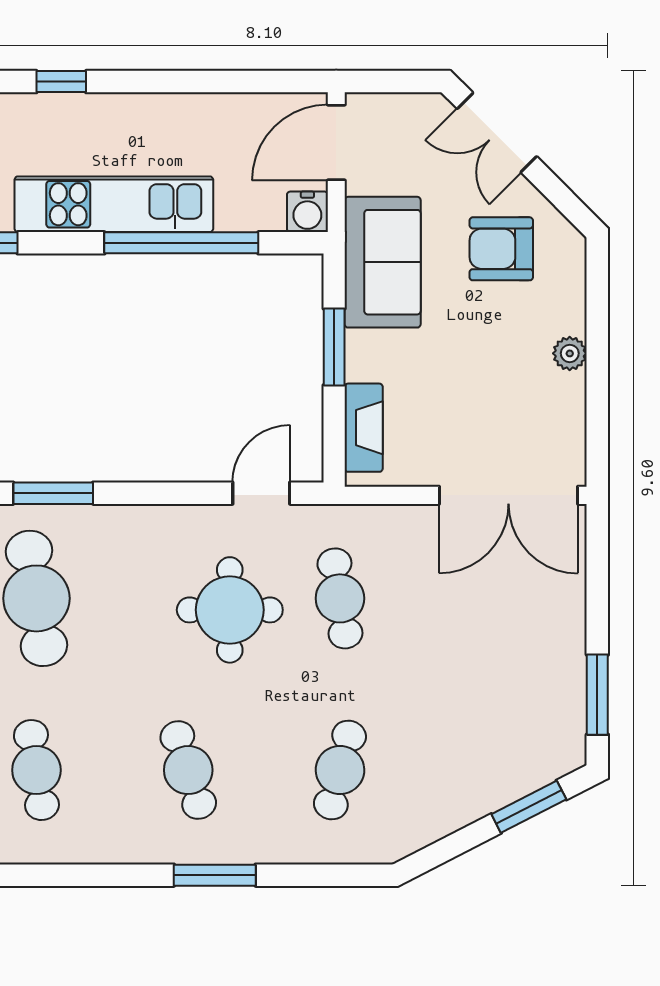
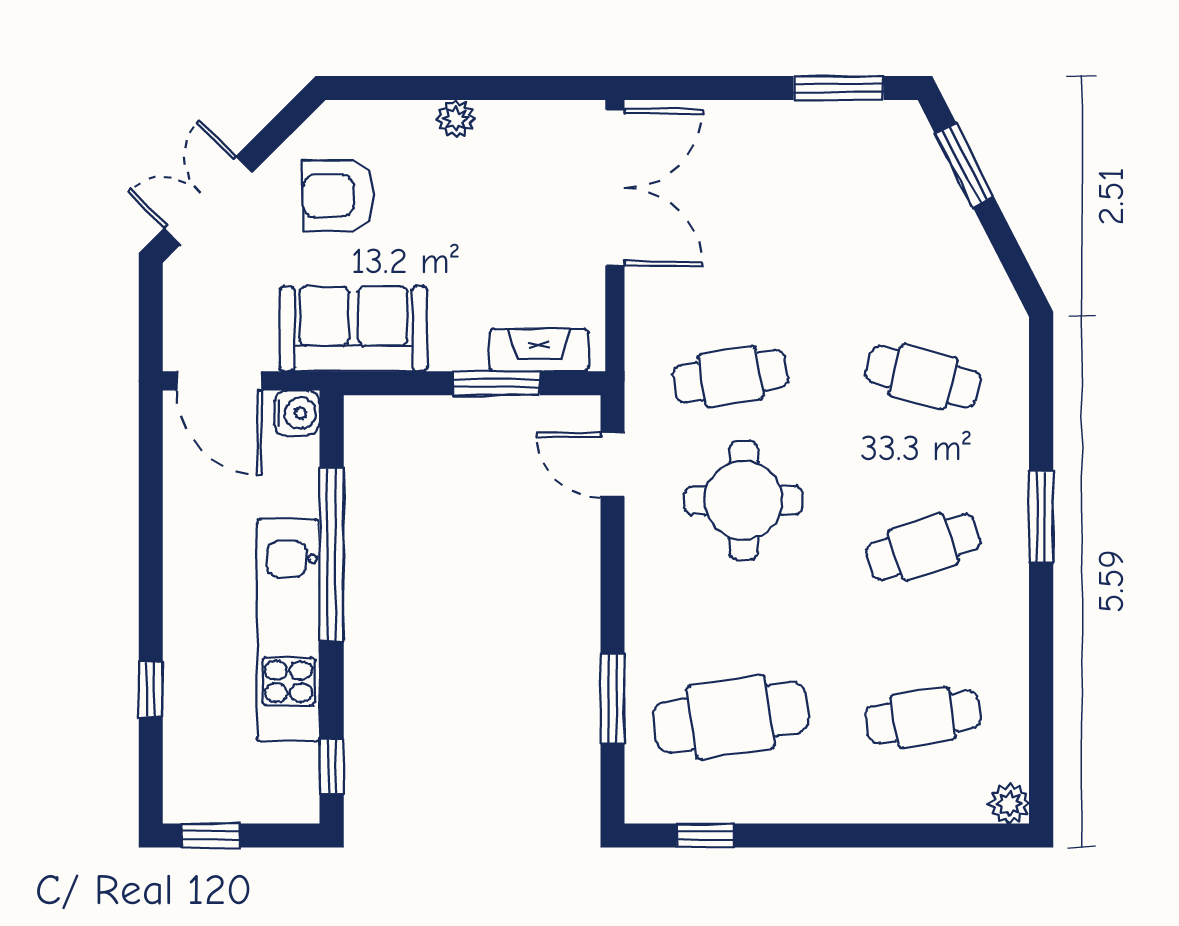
double door: (497, 133) -> (208, 201), swing flipped
armchair: (501, 249) -> (338, 196), turned 90
window: (334, 347) -> (497, 383), moved

